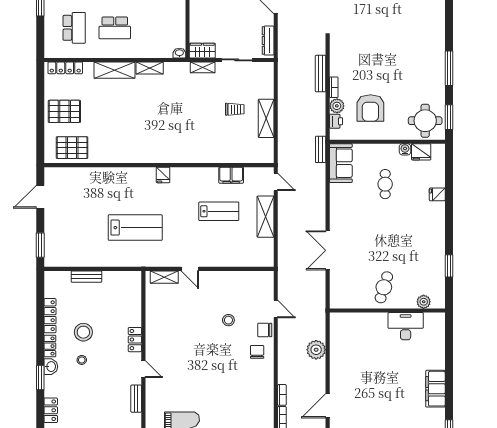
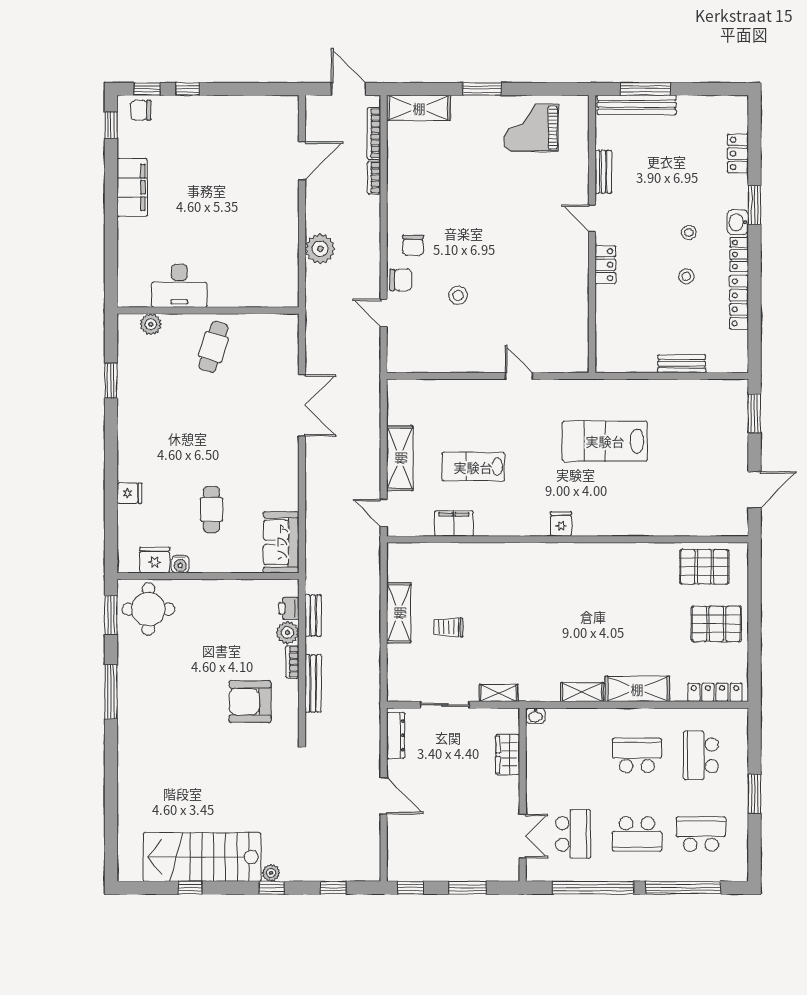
wardrobe: (202, 51) -> (508, 755), moved, turned 90
armchair: (370, 108) -> (250, 702), moved, turned -90
bench: (321, 149) -> (313, 615), moved
shelving: (164, 277) -> (559, 363), removed
stool: (83, 332) -> (686, 276), width x0.53, depth x0.53

